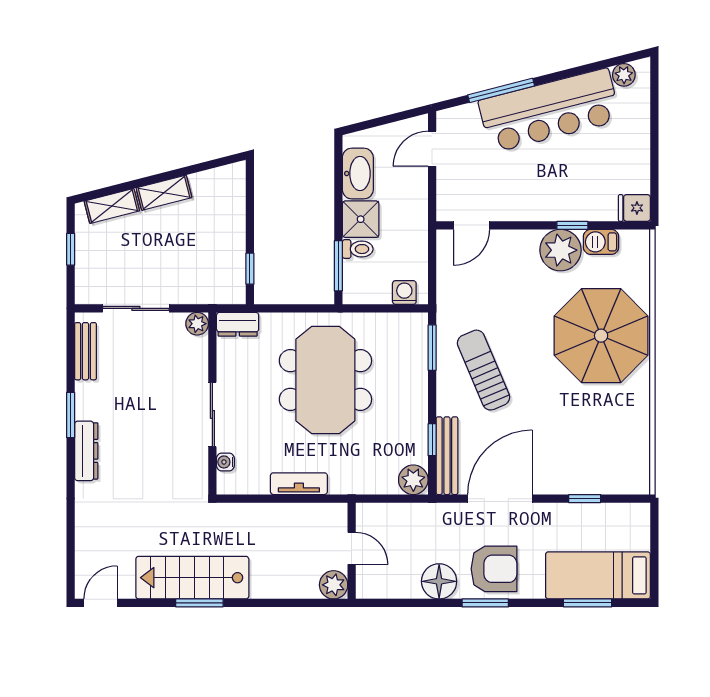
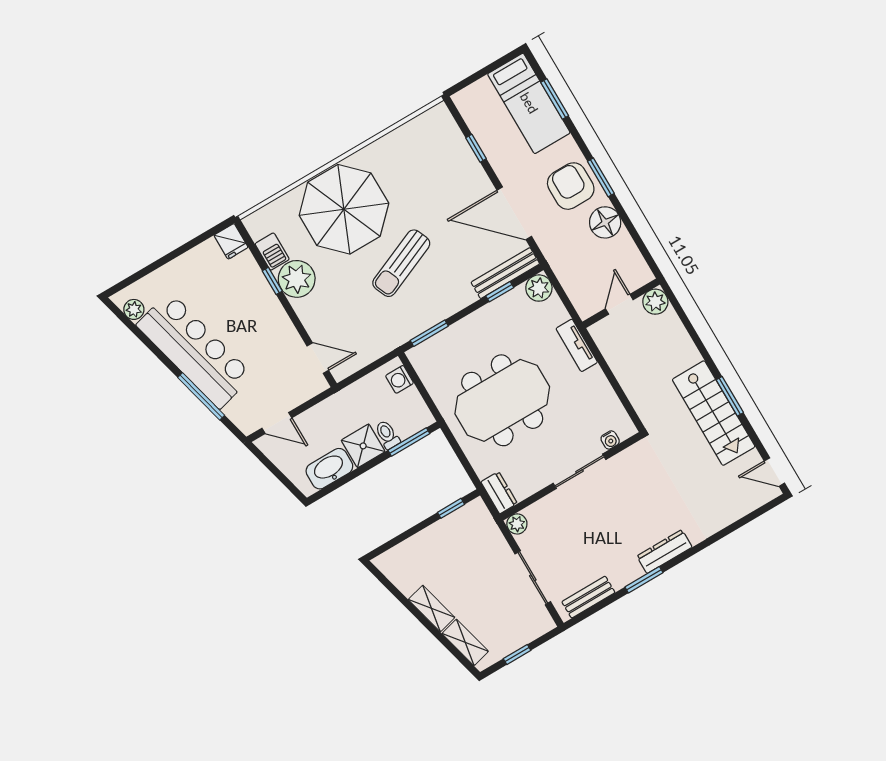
sun lounger: (484, 370) -> (401, 263), moved
tv unit: (299, 484) -> (577, 345), moved

